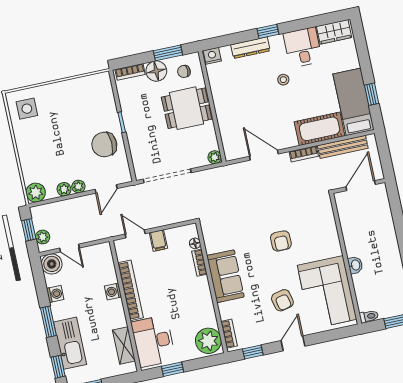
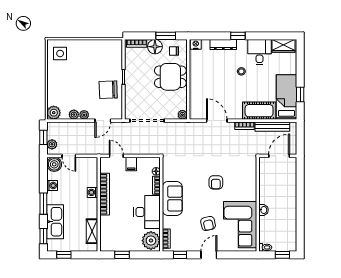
desk: (153, 341) -> (147, 212), moved, turned 180

